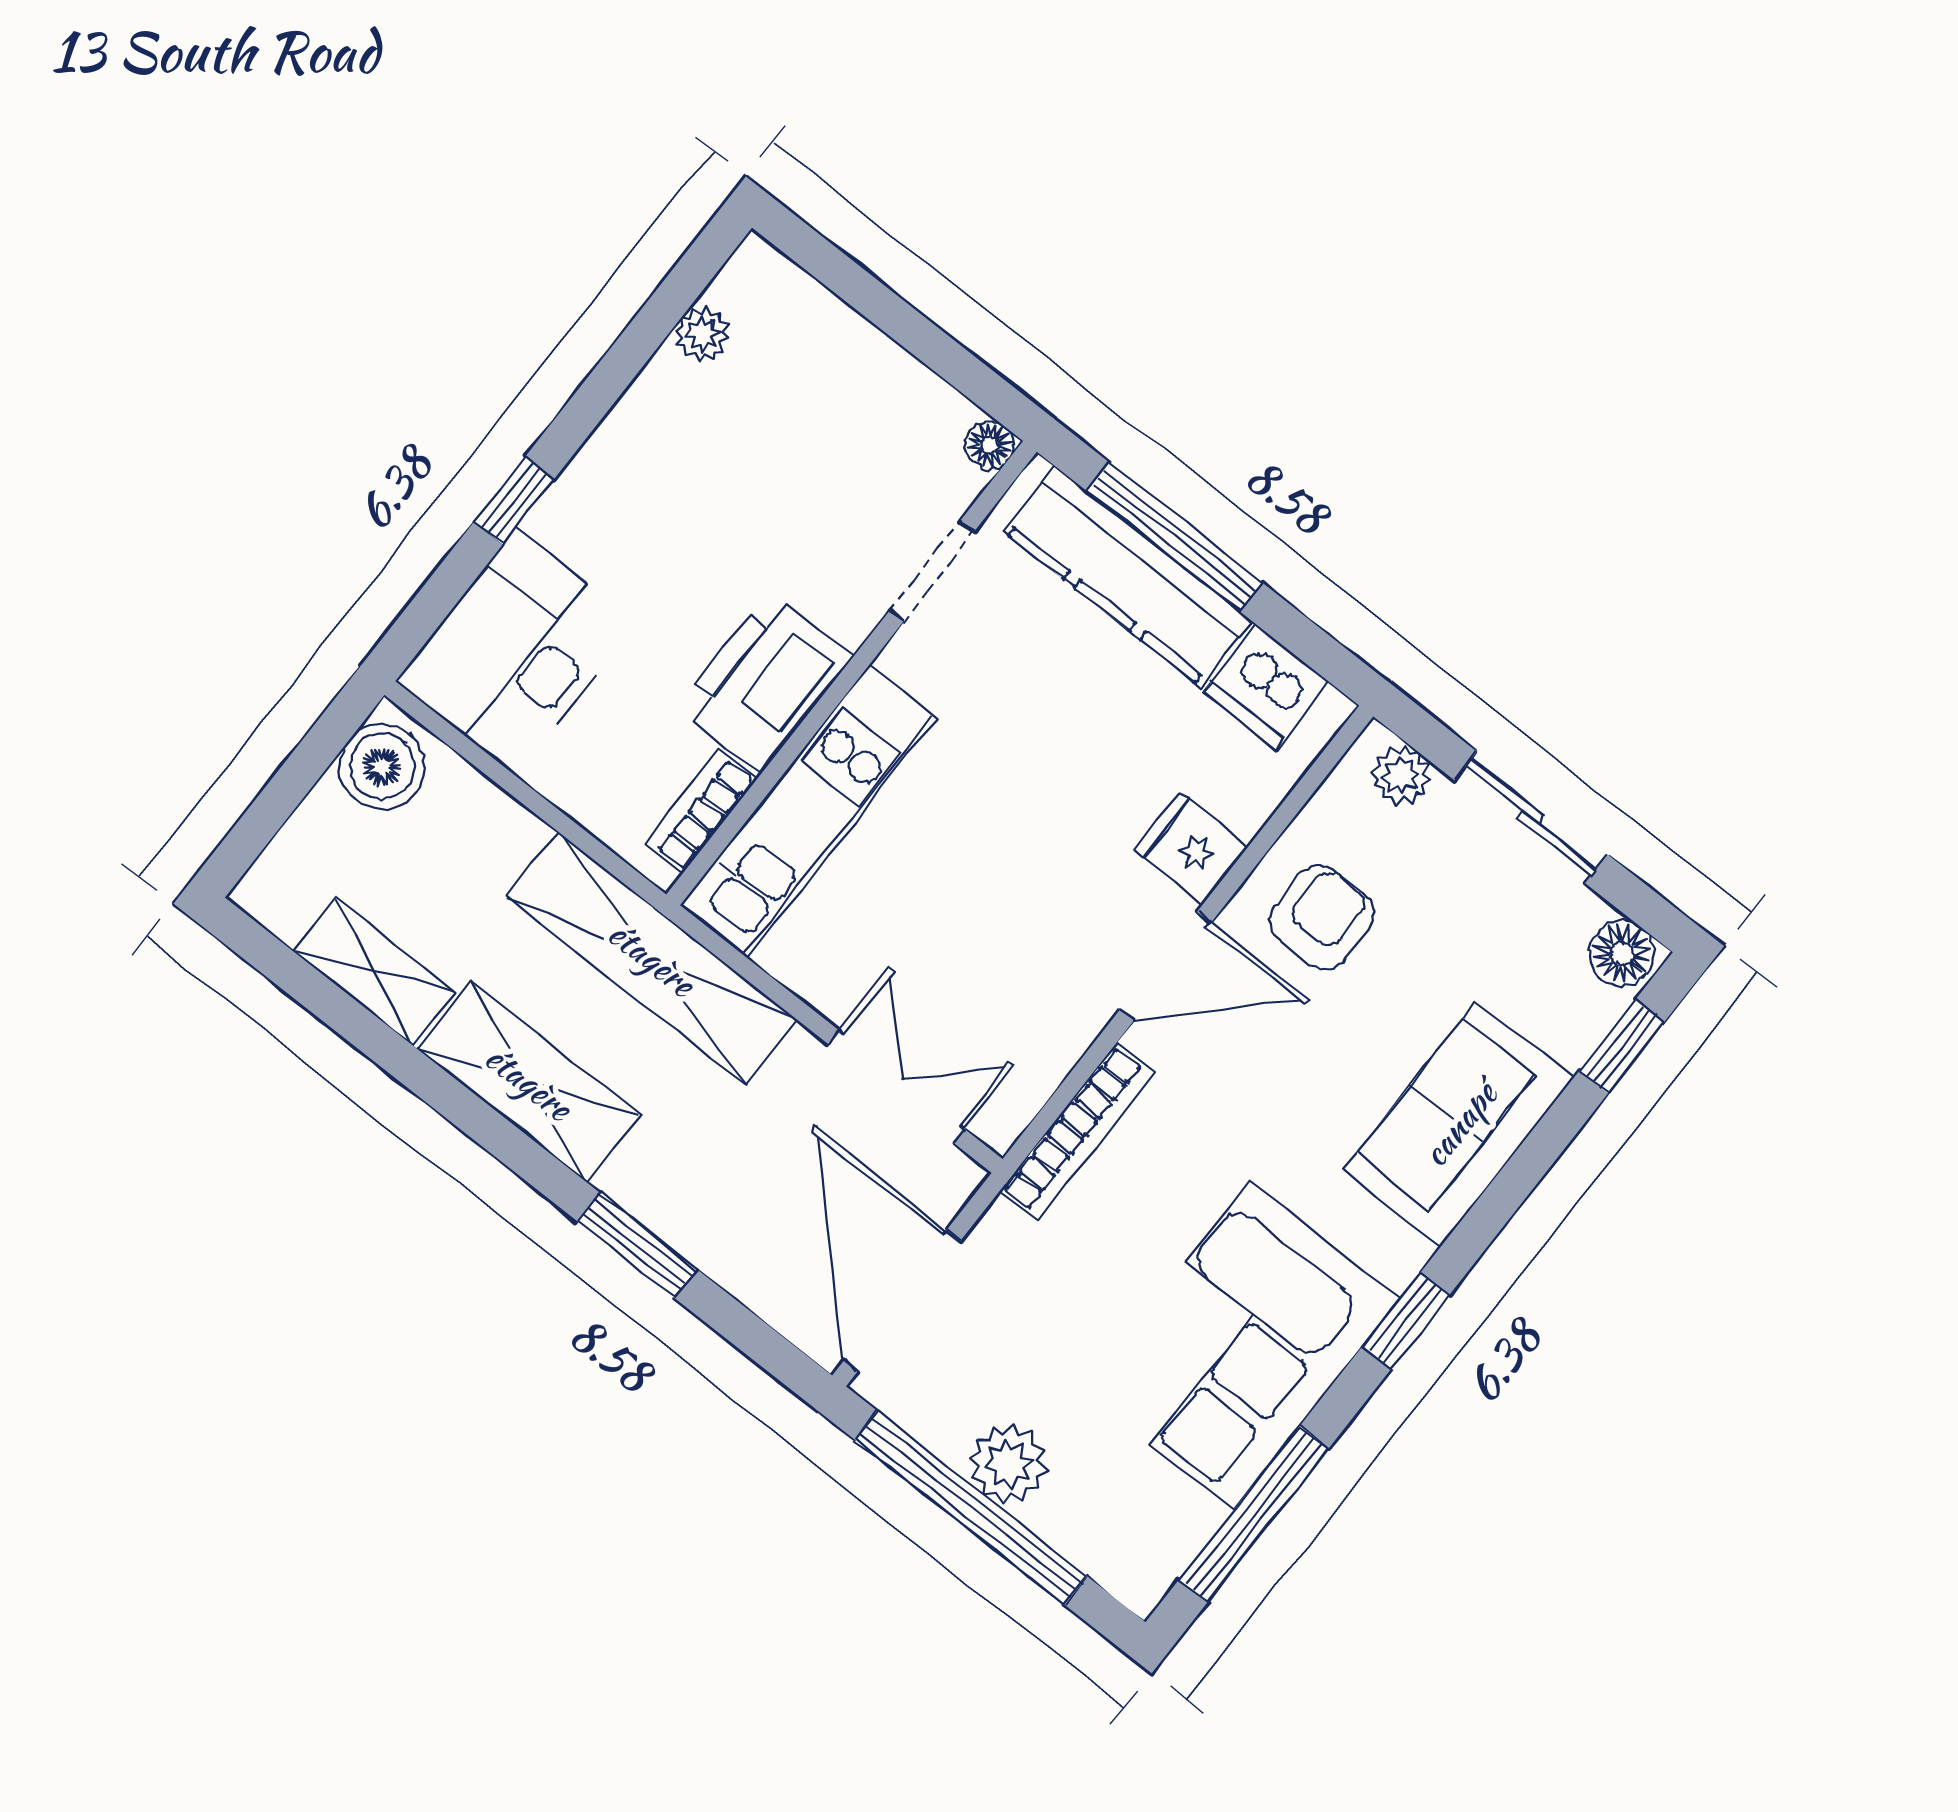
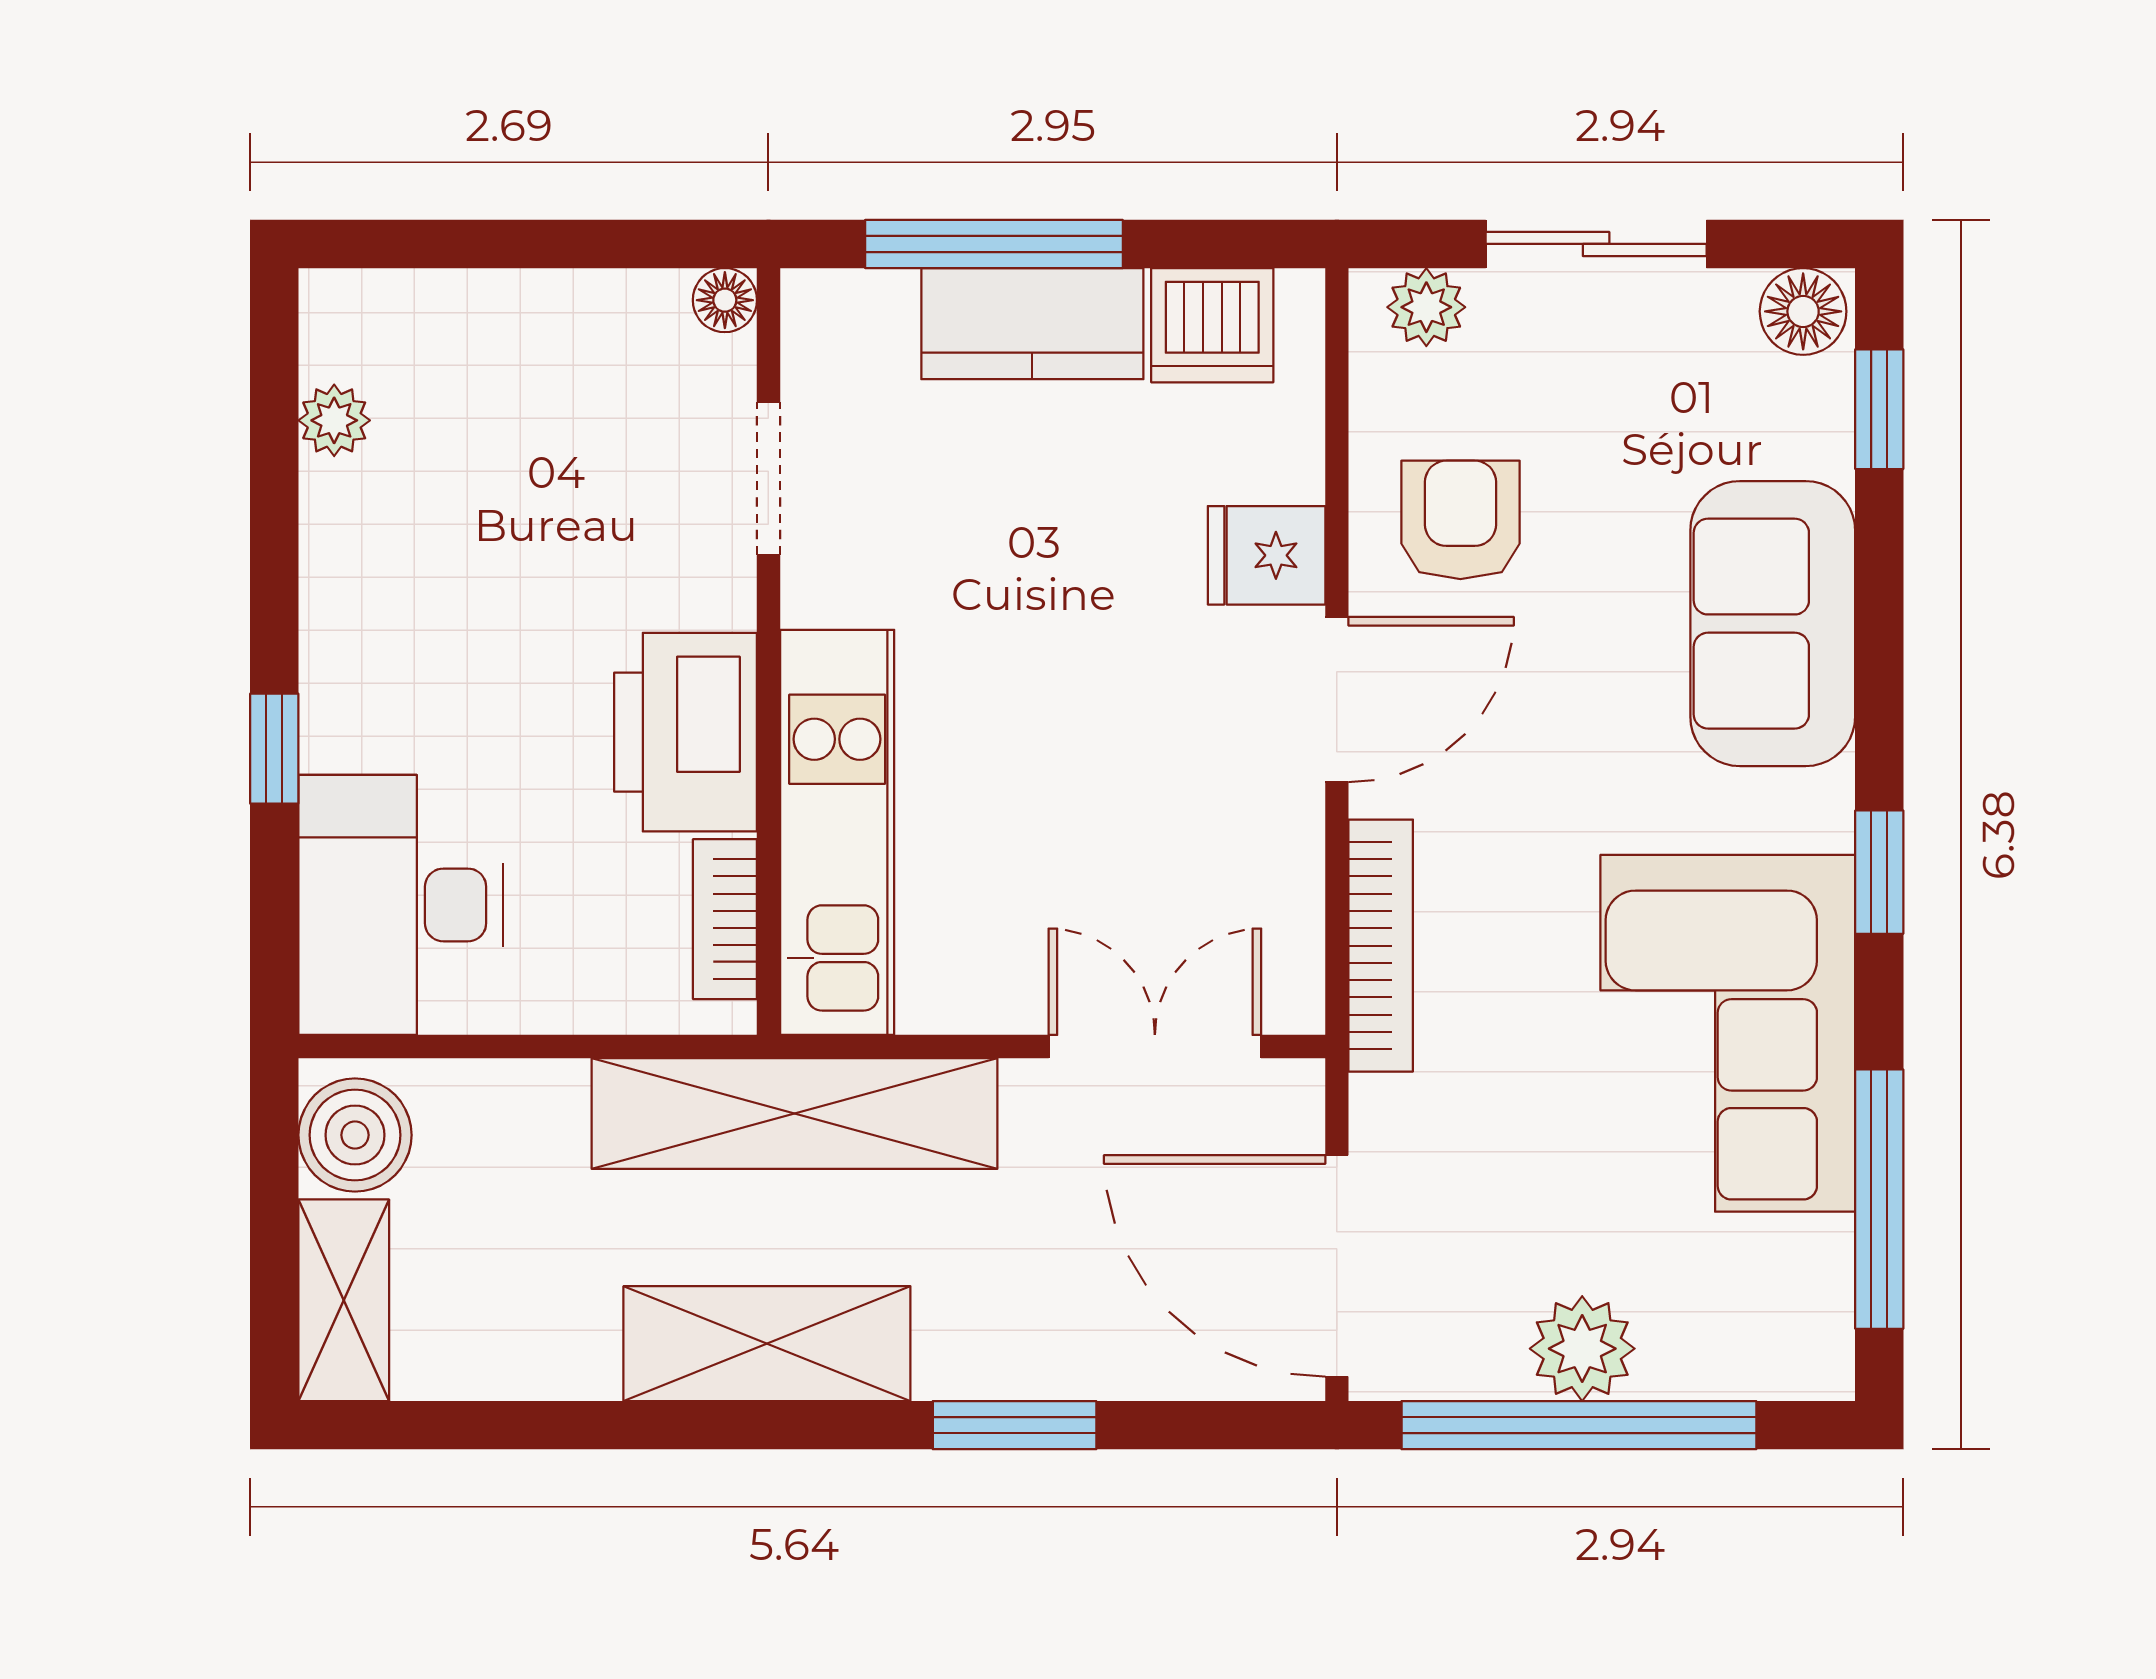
kitchen counter: (1127, 576) -> (1032, 324), width x0.67
shelving: (374, 972) -> (344, 1300), moved, turned 90

